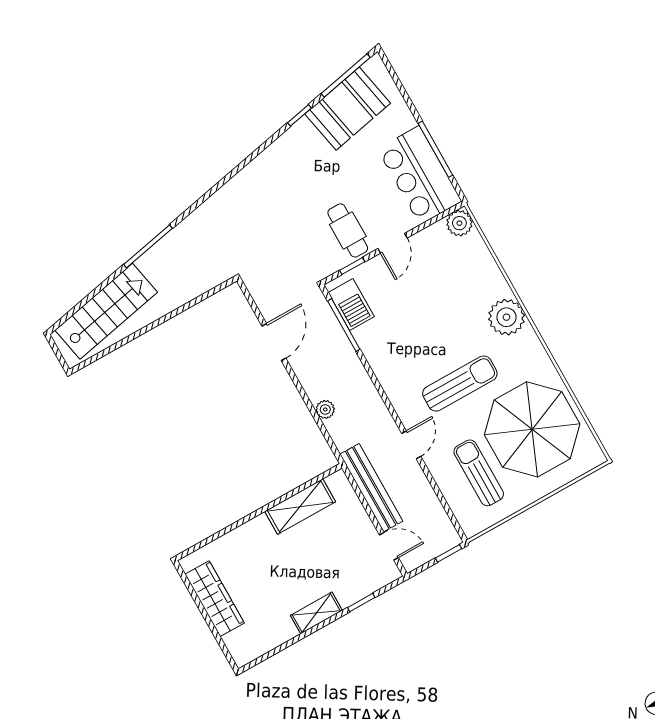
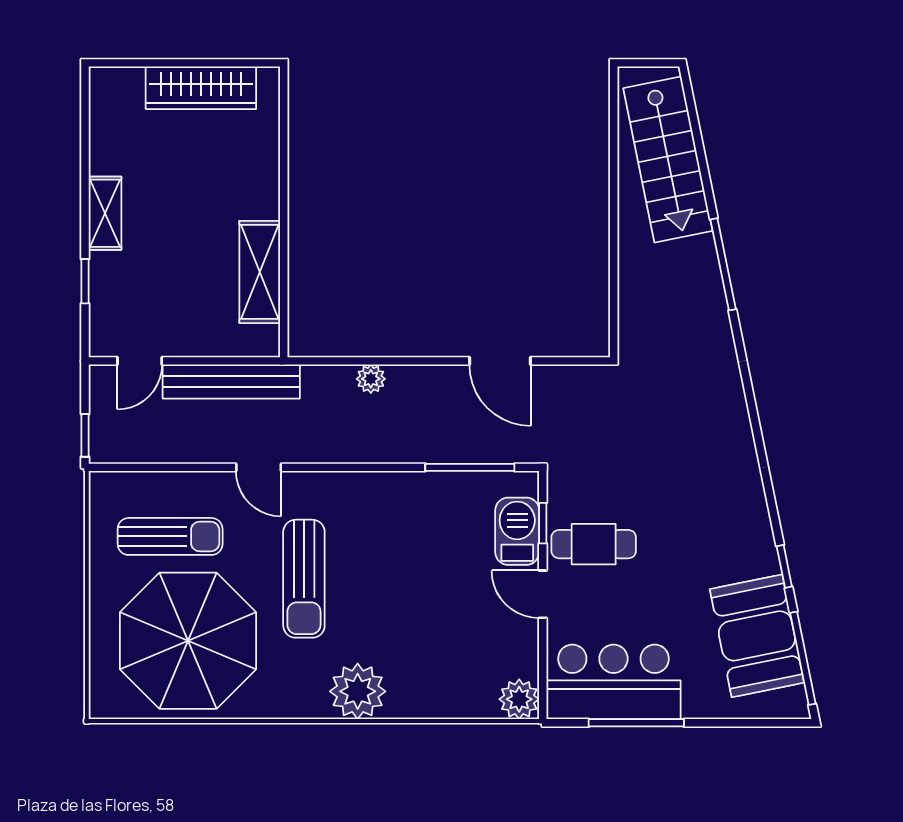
barbecue: (351, 304) -> (517, 531), moved, turned 90

